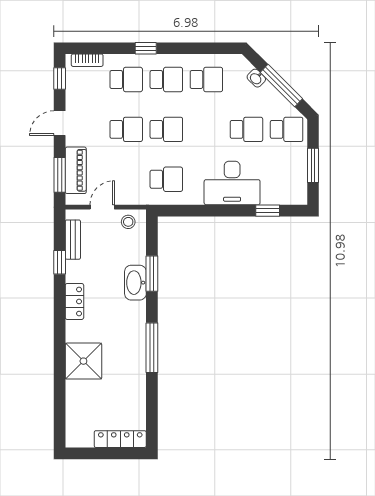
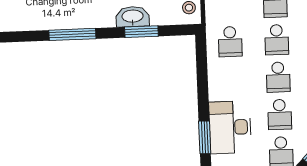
school desk: (206, 129) -> (278, 77), added
desk: (232, 183) -> (230, 127), moved
window: (268, 211) -> (205, 137), width x1.50

